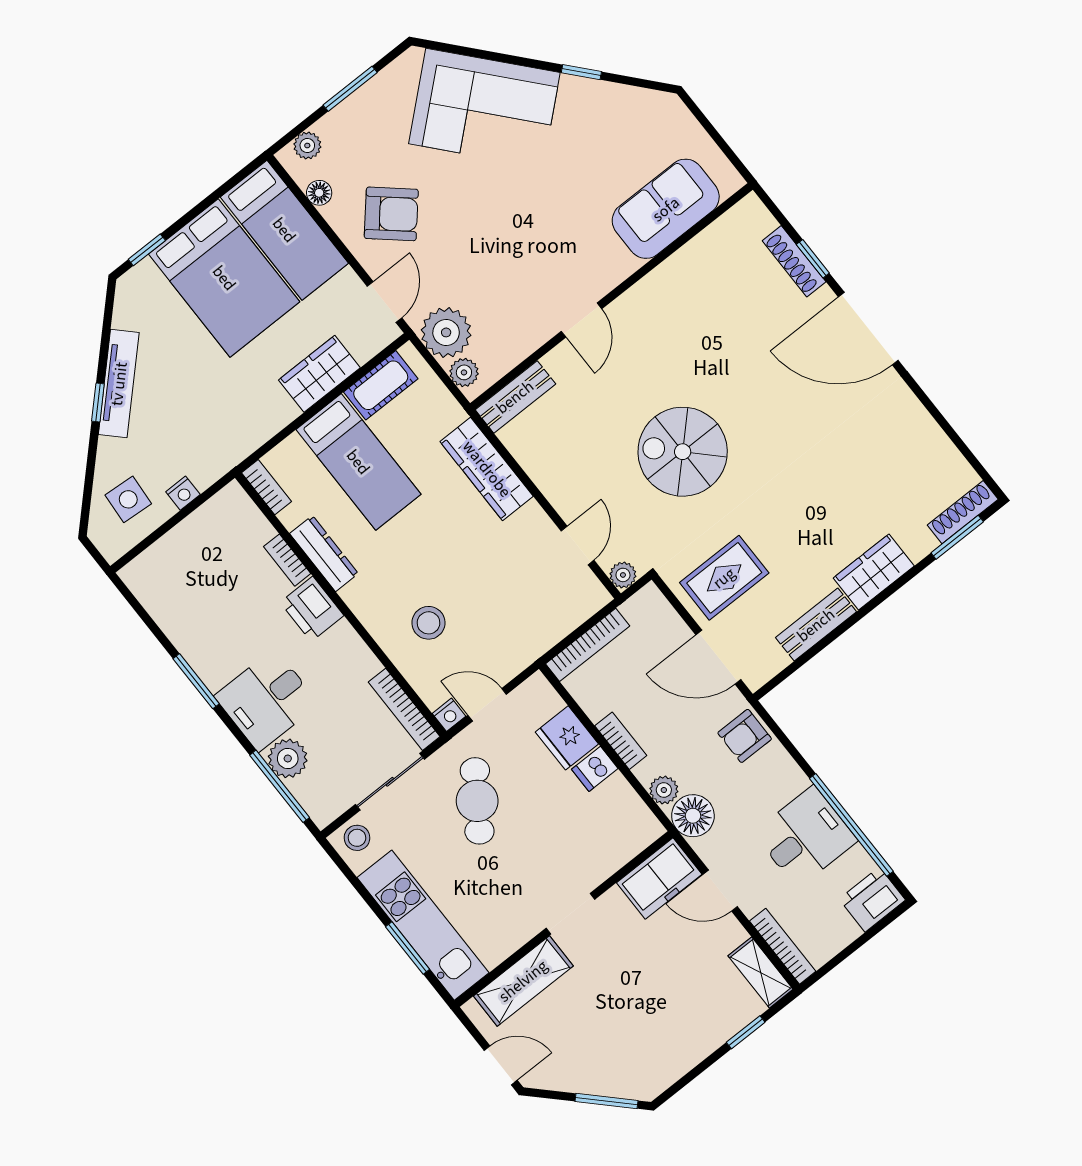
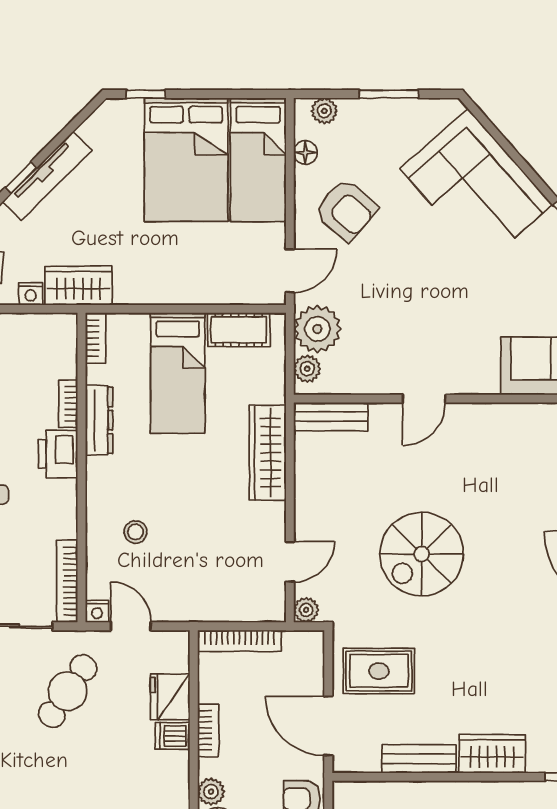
wardrobe: (319, 374) -> (79, 286), moved
spiral stairs: (683, 452) -> (422, 554), turned -90
stool: (429, 623) -> (135, 532), width x0.73, depth x0.73

